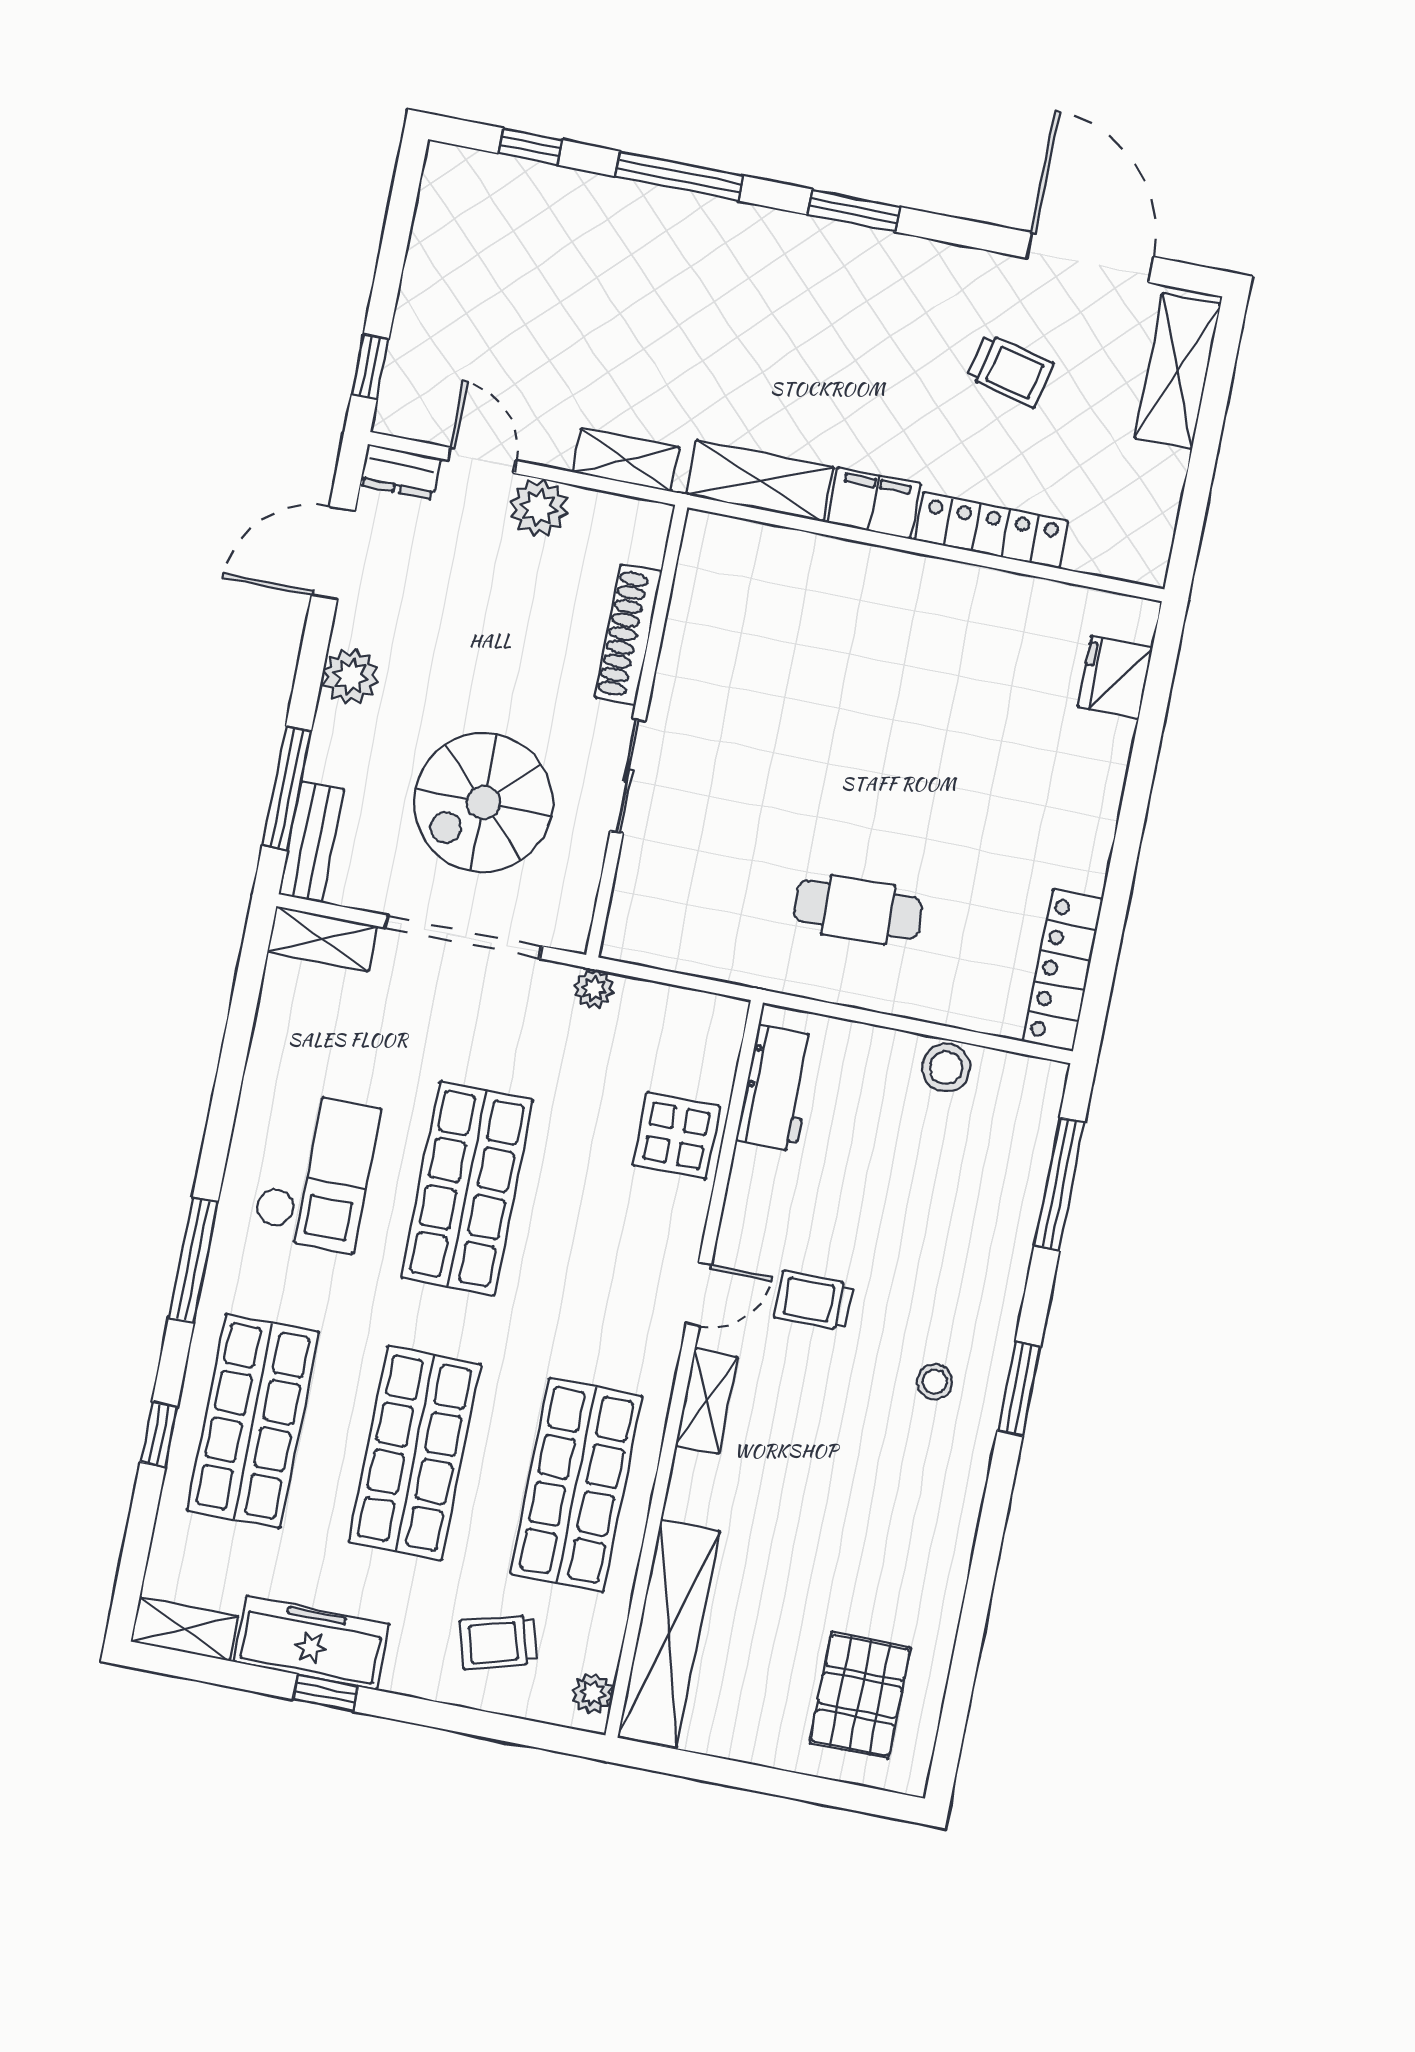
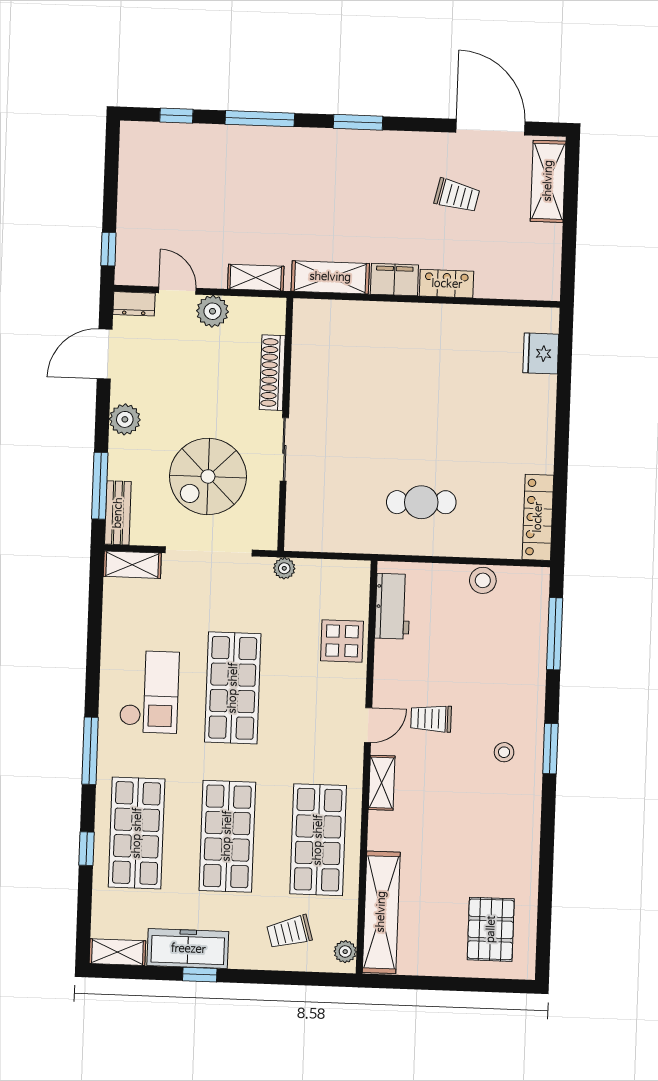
locker: (991, 530) -> (447, 284), width x0.66

